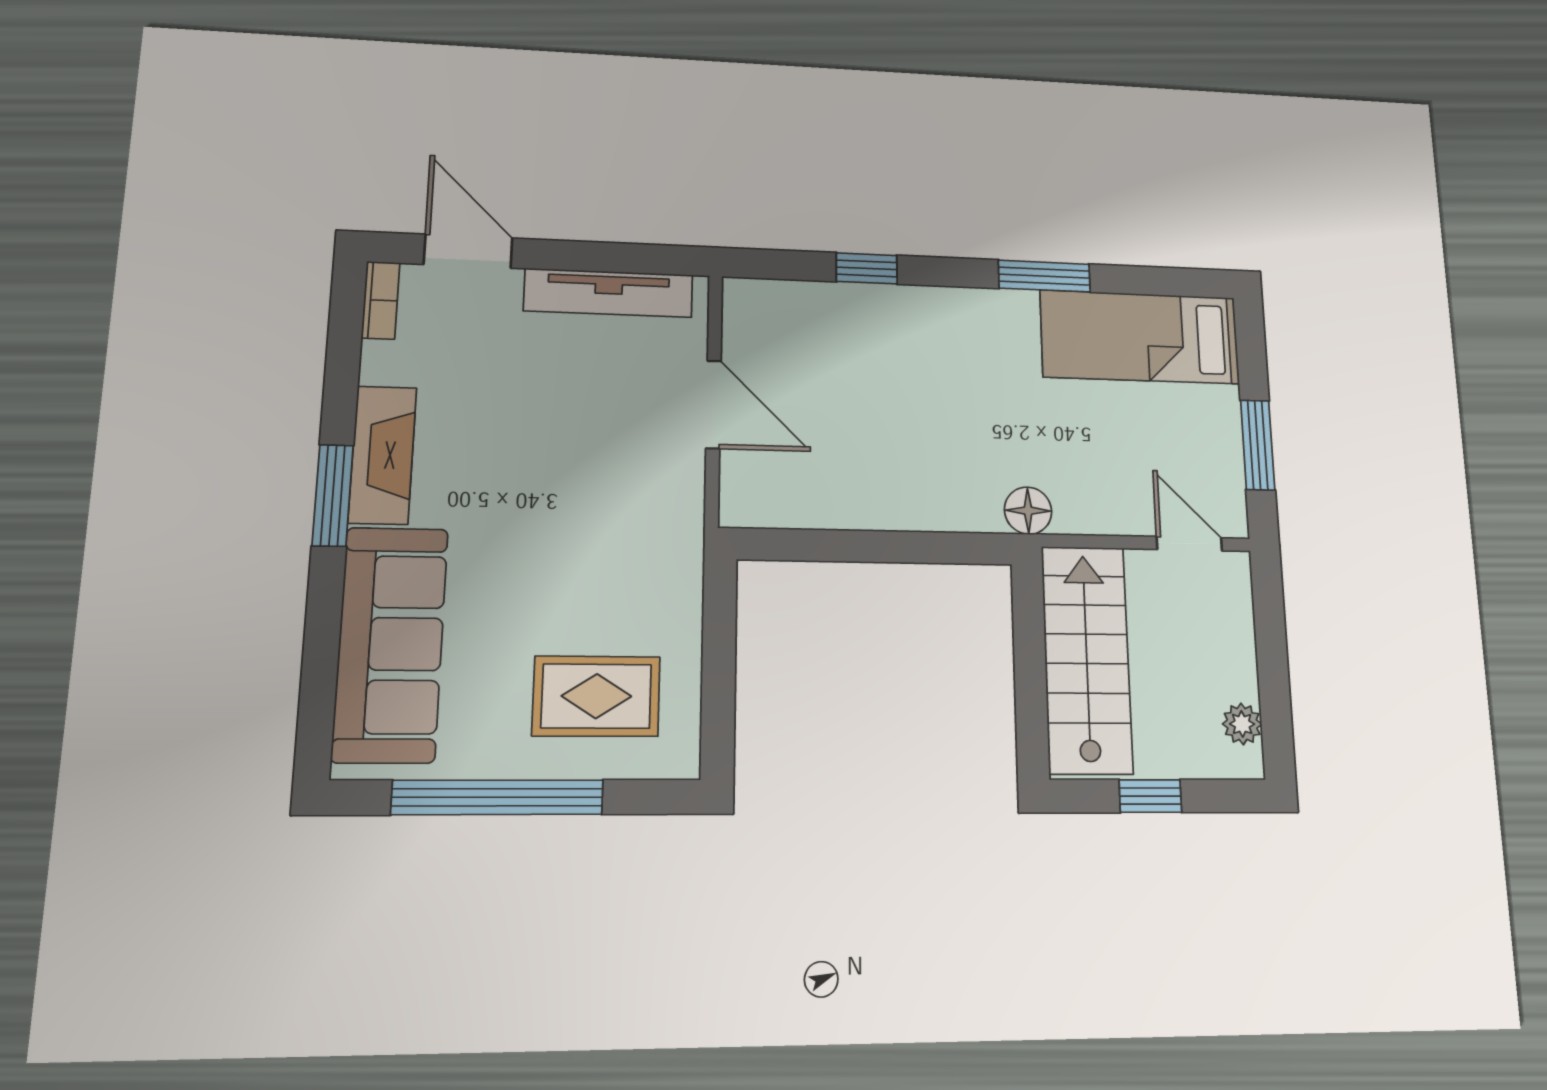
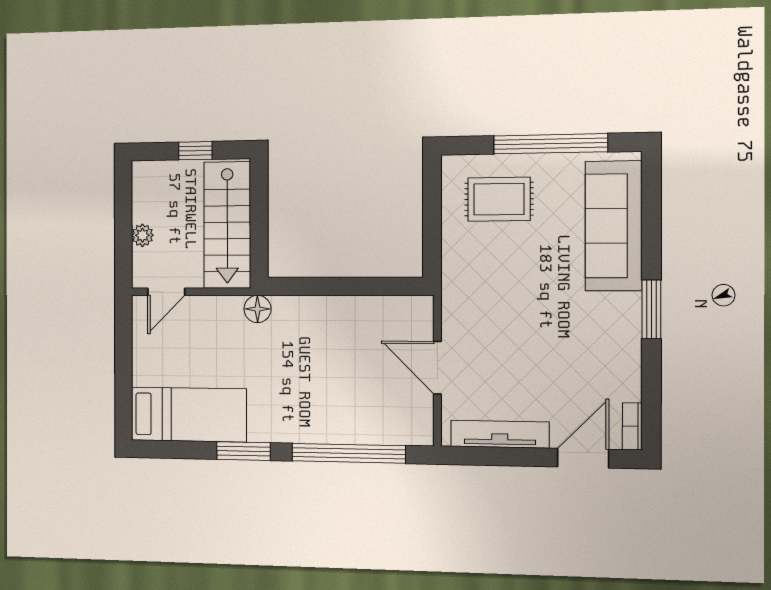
door: (468, 251) -> (583, 458), swing flipped
window: (867, 268) -> (348, 453), width x3.17
window: (1258, 445) -> (123, 351), removed
fireplace: (382, 455) -> (625, 333), removed
door: (1189, 544) -> (166, 292), hinge flipped
plant: (1242, 724) -> (142, 235), moved

